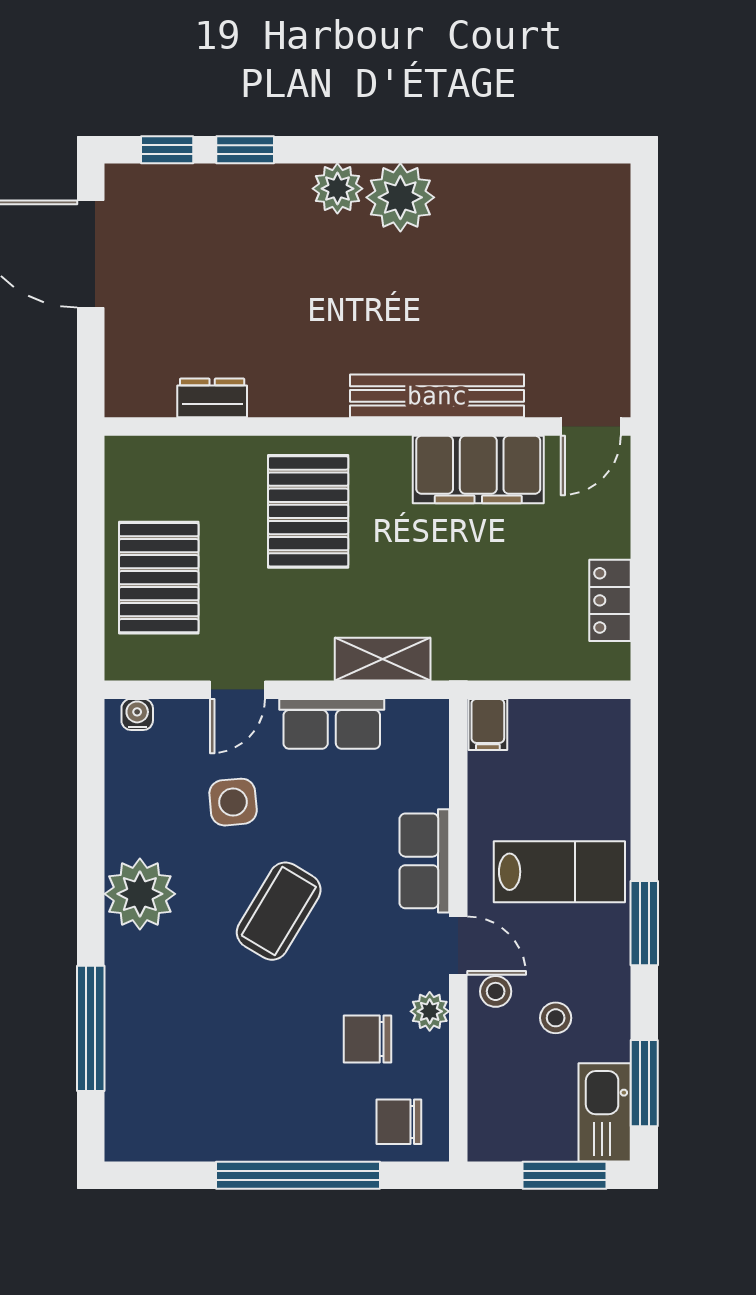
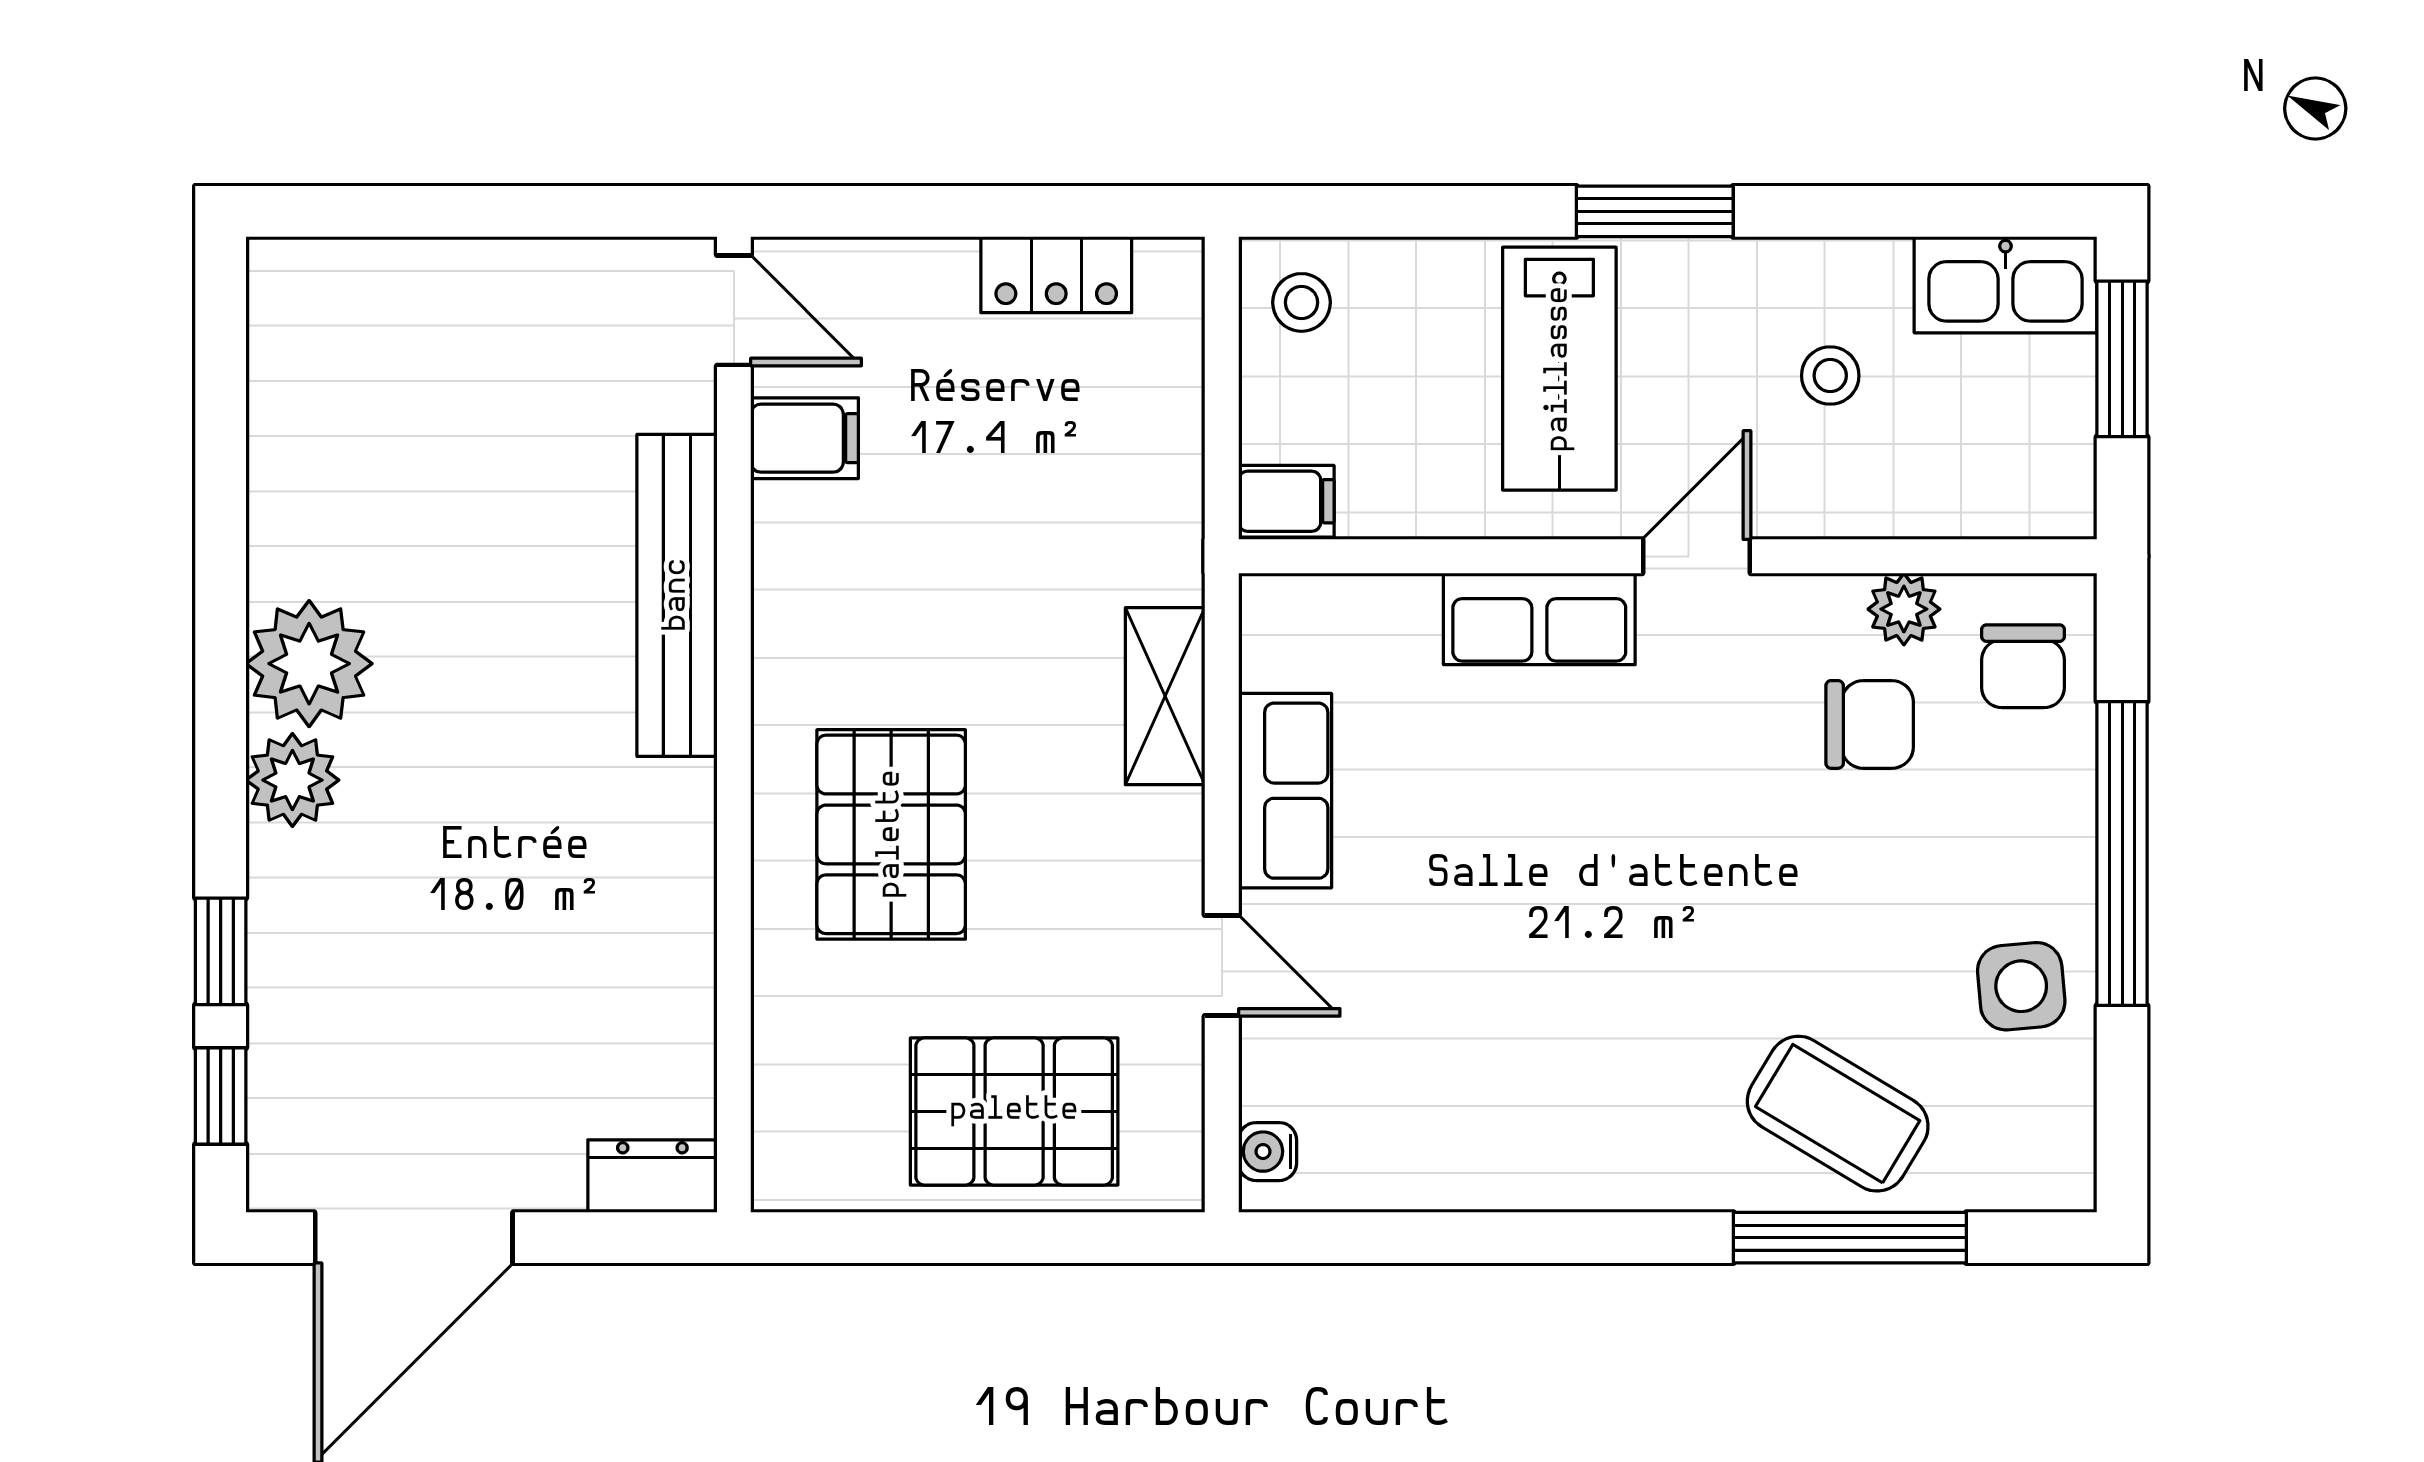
dresser: (212, 398) -> (652, 1176), moved, turned 90
filing cabinet: (478, 470) -> (805, 438), width x0.33, depth x0.86
pallet: (308, 511) -> (891, 834), turned 90
side table: (233, 802) -> (2021, 986), moved
lab bench: (559, 872) -> (1559, 369), turned 180
plant: (140, 894) -> (1601, 1146), removed
coffee table: (279, 911) -> (1838, 1114), moved
stool: (496, 991) -> (1302, 302), moved
plant: (430, 1011) -> (1904, 609), moved
chair: (367, 1039) -> (1870, 724), turned -90
window: (644, 1083) -> (1951, 211), removed

